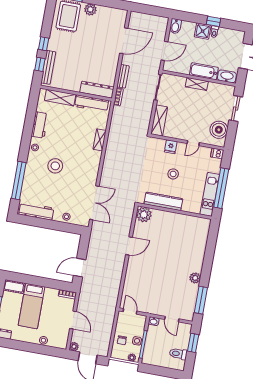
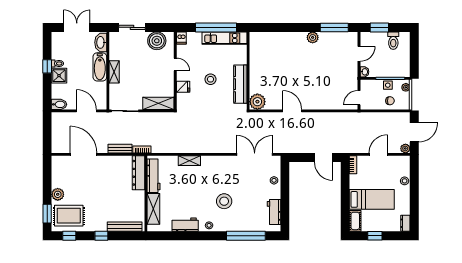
window: (40, 64) -> (69, 236), moved
workbench: (36, 211) -> (274, 212), width x0.73

